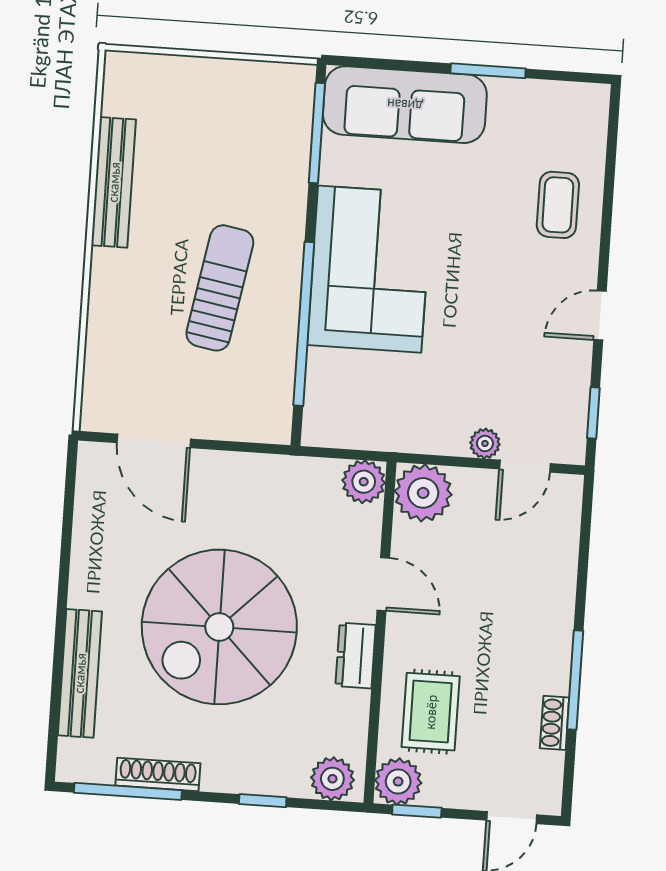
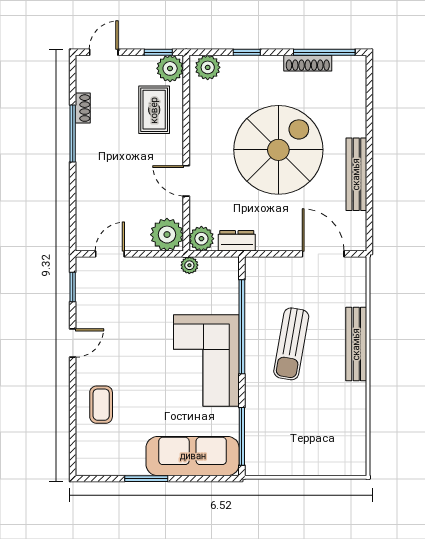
bench: (114, 182) -> (356, 344), moved
plant: (485, 443) -> (189, 265), moved
dresser: (356, 656) -> (237, 241), moved, turned -90
bench: (80, 673) -> (356, 174), moved

